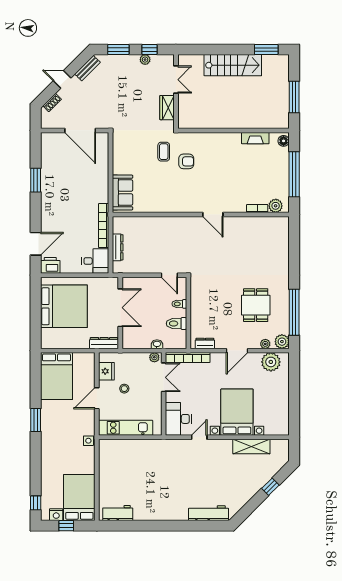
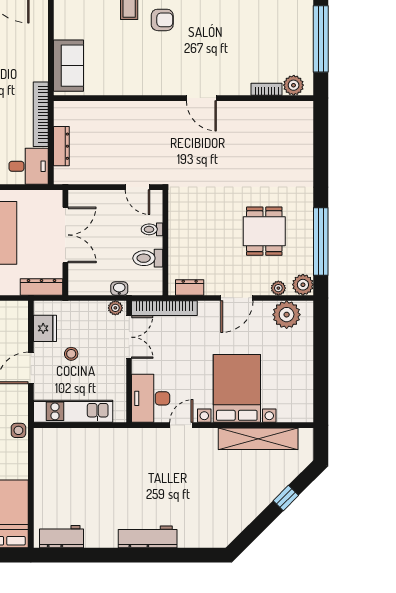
shelving: (251, 446) -> (258, 439), width x1.47
workbench: (209, 513) -> (148, 537), moved

